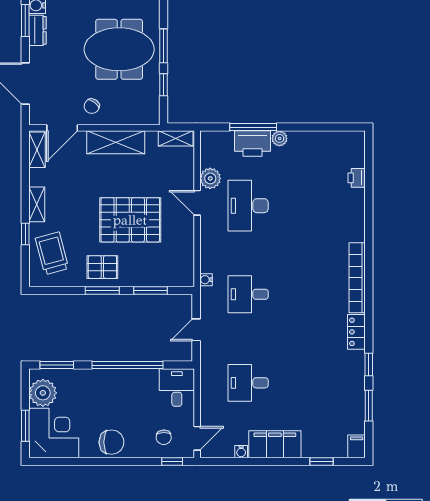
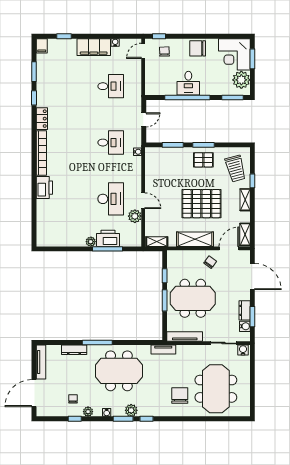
printer: (357, 178) -> (44, 188), moved, width x1.87, depth x1.48
pallet: (130, 220) -> (201, 204), moved
desk: (177, 388) -> (188, 83), moved

